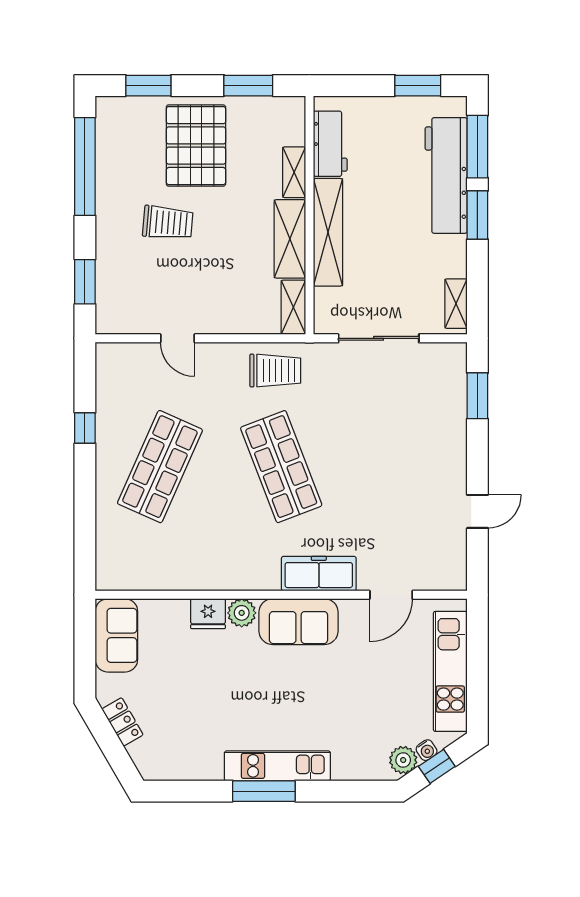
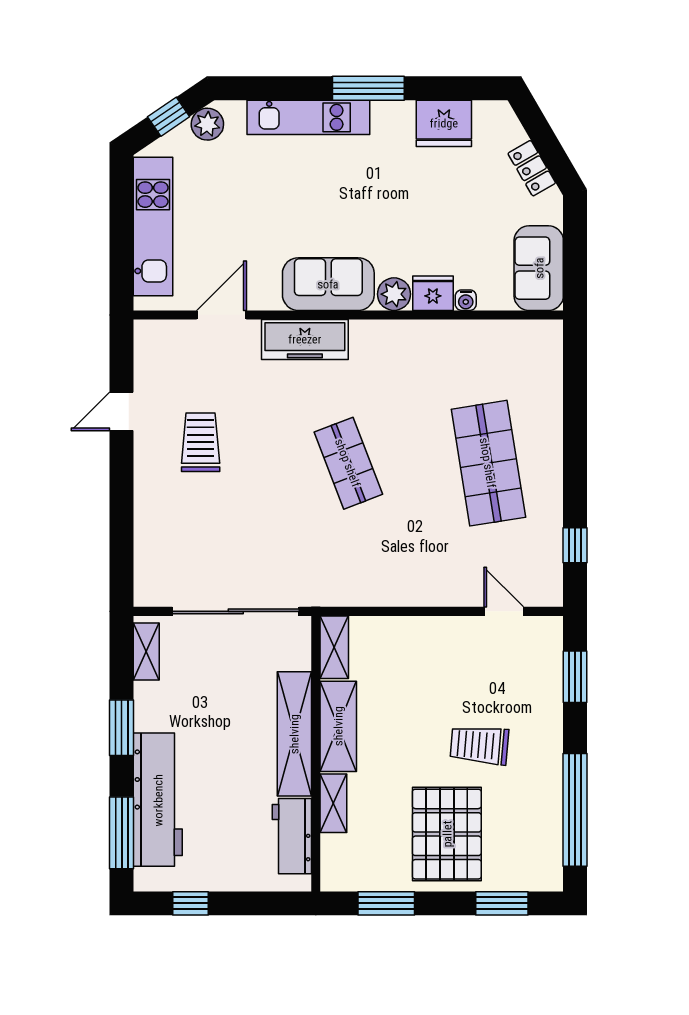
window: (418, 86) -> (191, 903), width x0.67
window: (477, 215) -> (122, 728), moved
door: (178, 338) -> (504, 611), moved
sliding door: (379, 338) -> (236, 611), width x1.36
trolley: (275, 371) -> (201, 442), moved, turned 90
window: (477, 396) -> (122, 545), removed
window: (85, 428) -> (575, 545), moved
shop shelf: (160, 467) -> (488, 463), turned -33
shop shelf: (281, 467) -> (348, 463), width x0.70, depth x0.74
water cooler: (427, 750) -> (466, 300), moved, turned -146
fridge: (198, 761) -> (444, 123), added
kitchen unit: (277, 766) -> (308, 117), moved

